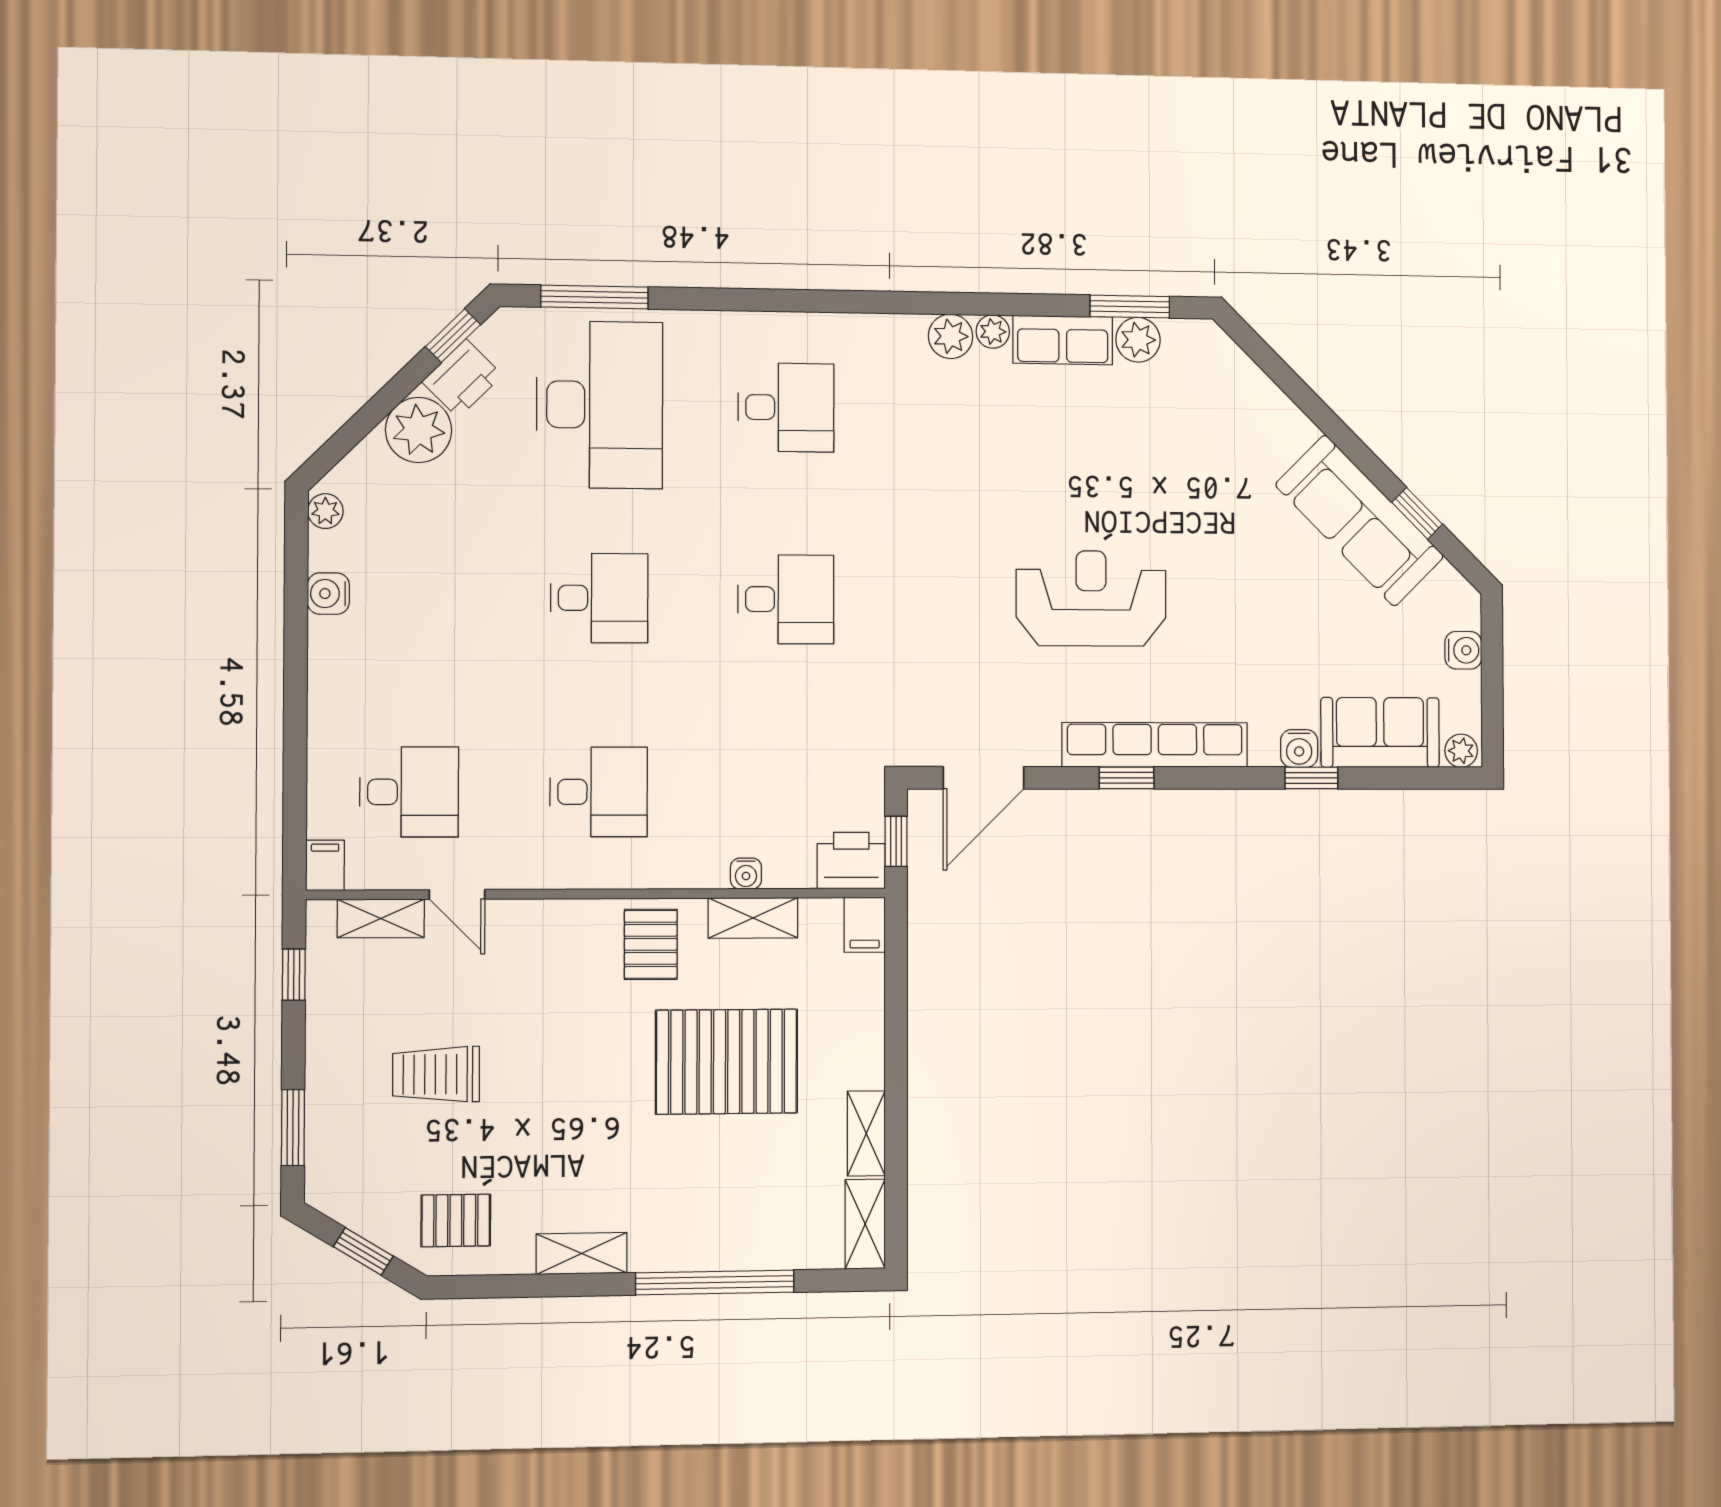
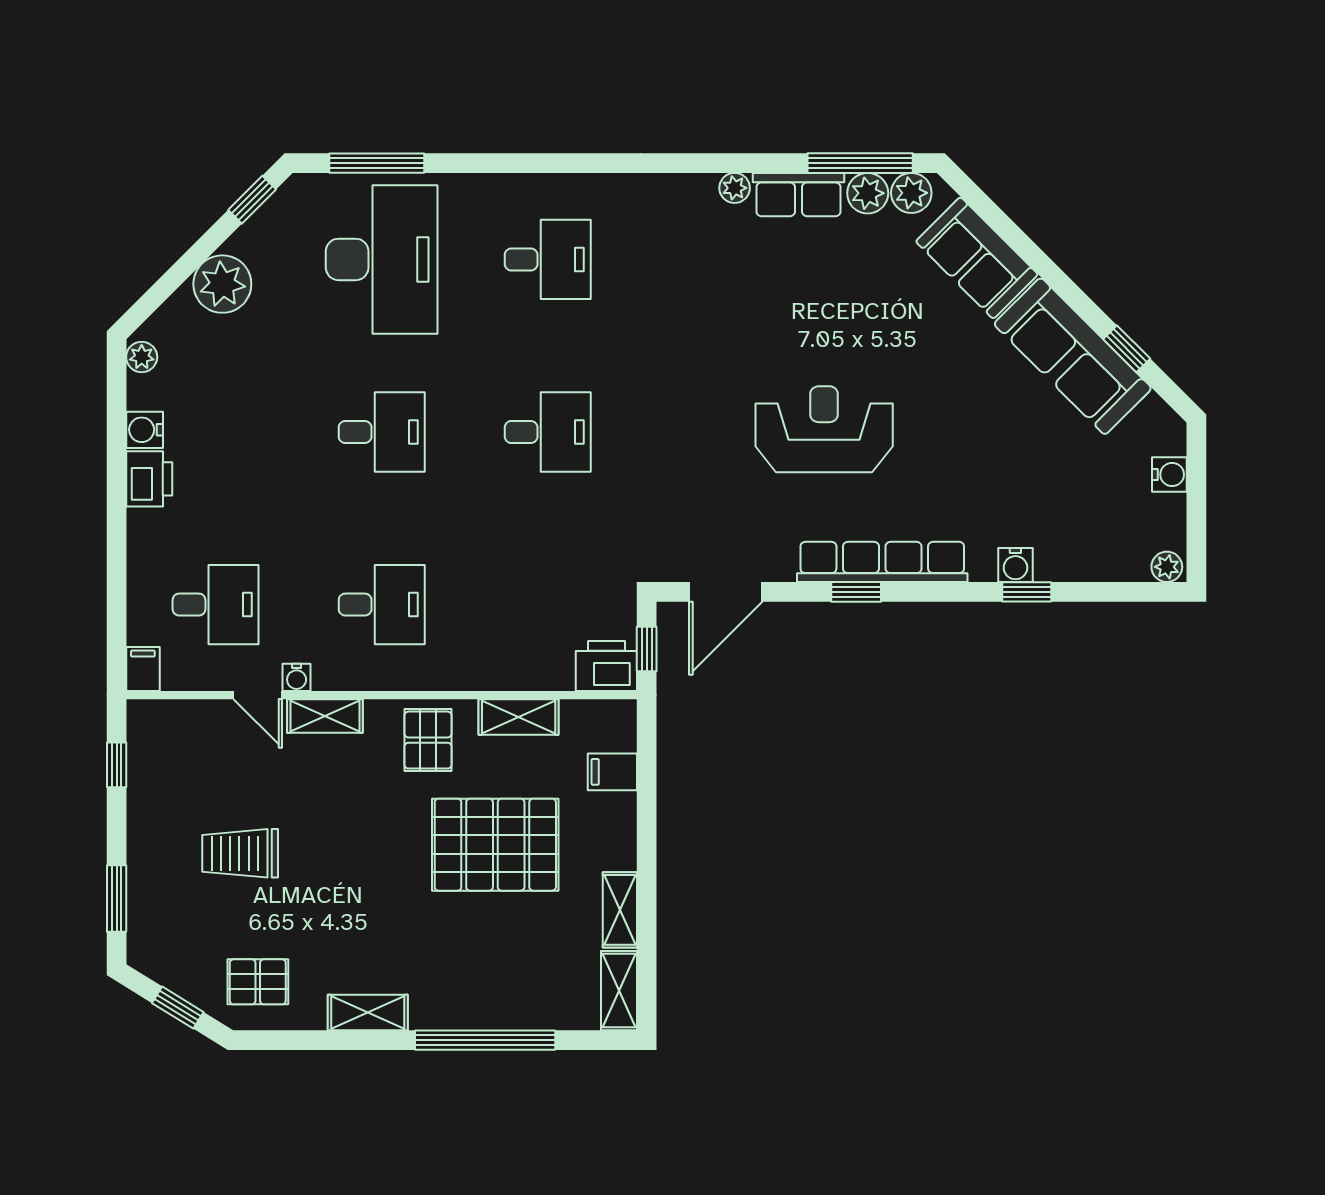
window: (1130, 307) -> (860, 163), width x1.44
plant: (951, 336) -> (911, 193), moved
printer: (462, 378) -> (149, 479), moved, turned -45
sofa: (1380, 732) -> (977, 258), moved, turned -135
water cooler: (746, 874) -> (297, 677), moved
shelving: (381, 918) -> (325, 716), moved
filing cabinet: (865, 925) -> (612, 772), moved, turned 90

